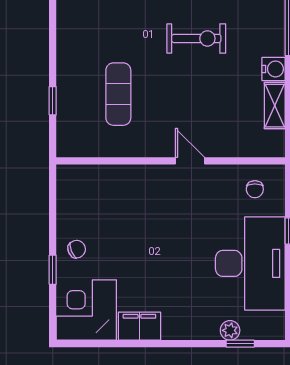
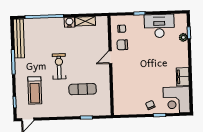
exercise bike: (196, 38) -> (59, 66), moved
chair: (218, 189) -> (122, 45), added
desk: (250, 263) -> (159, 26), width x0.73, depth x0.77

